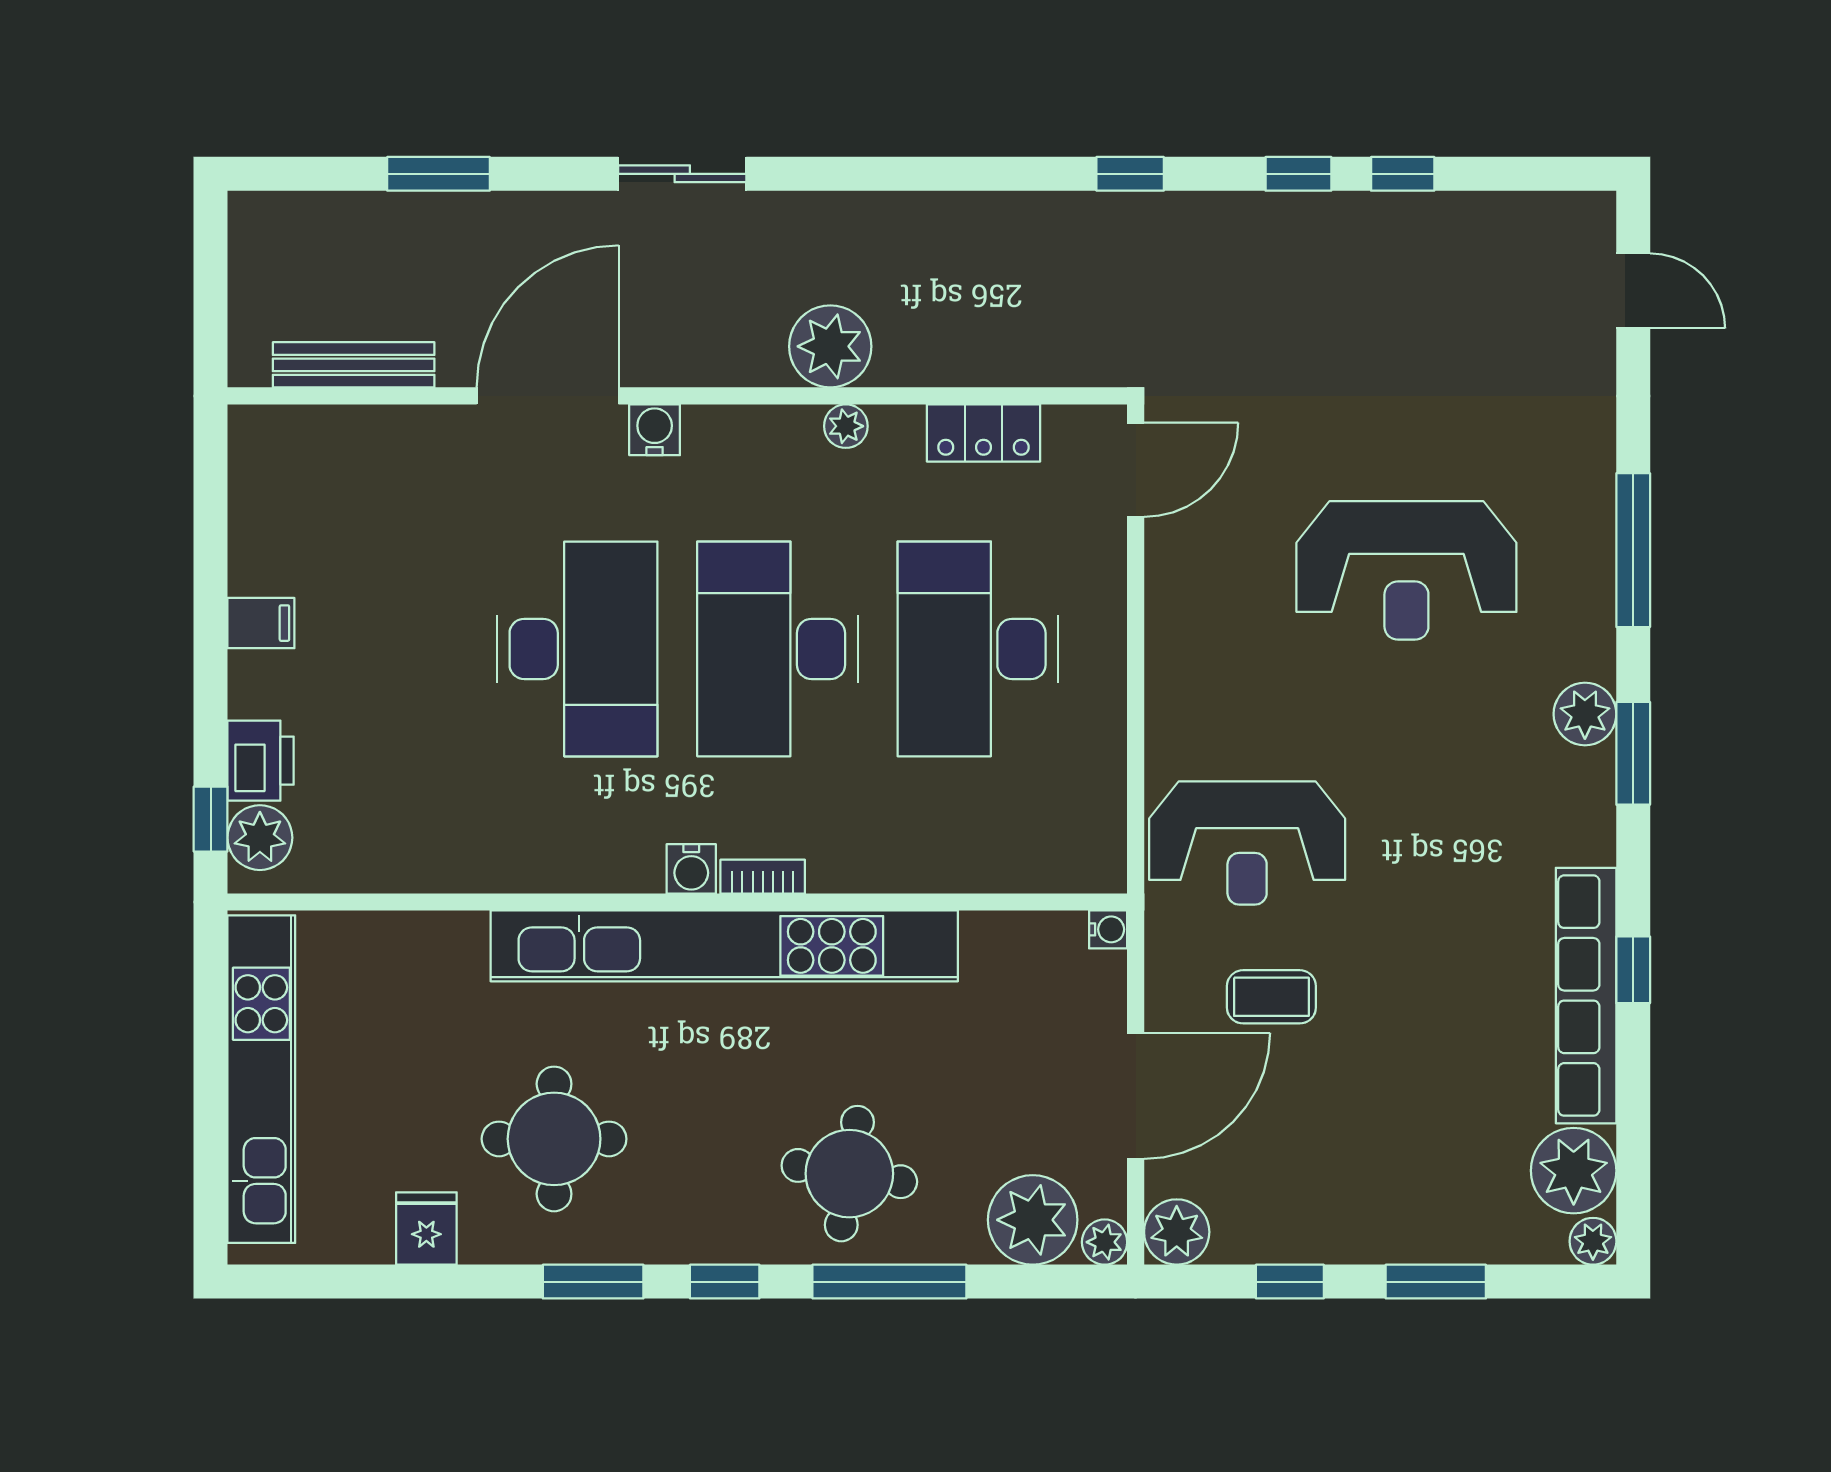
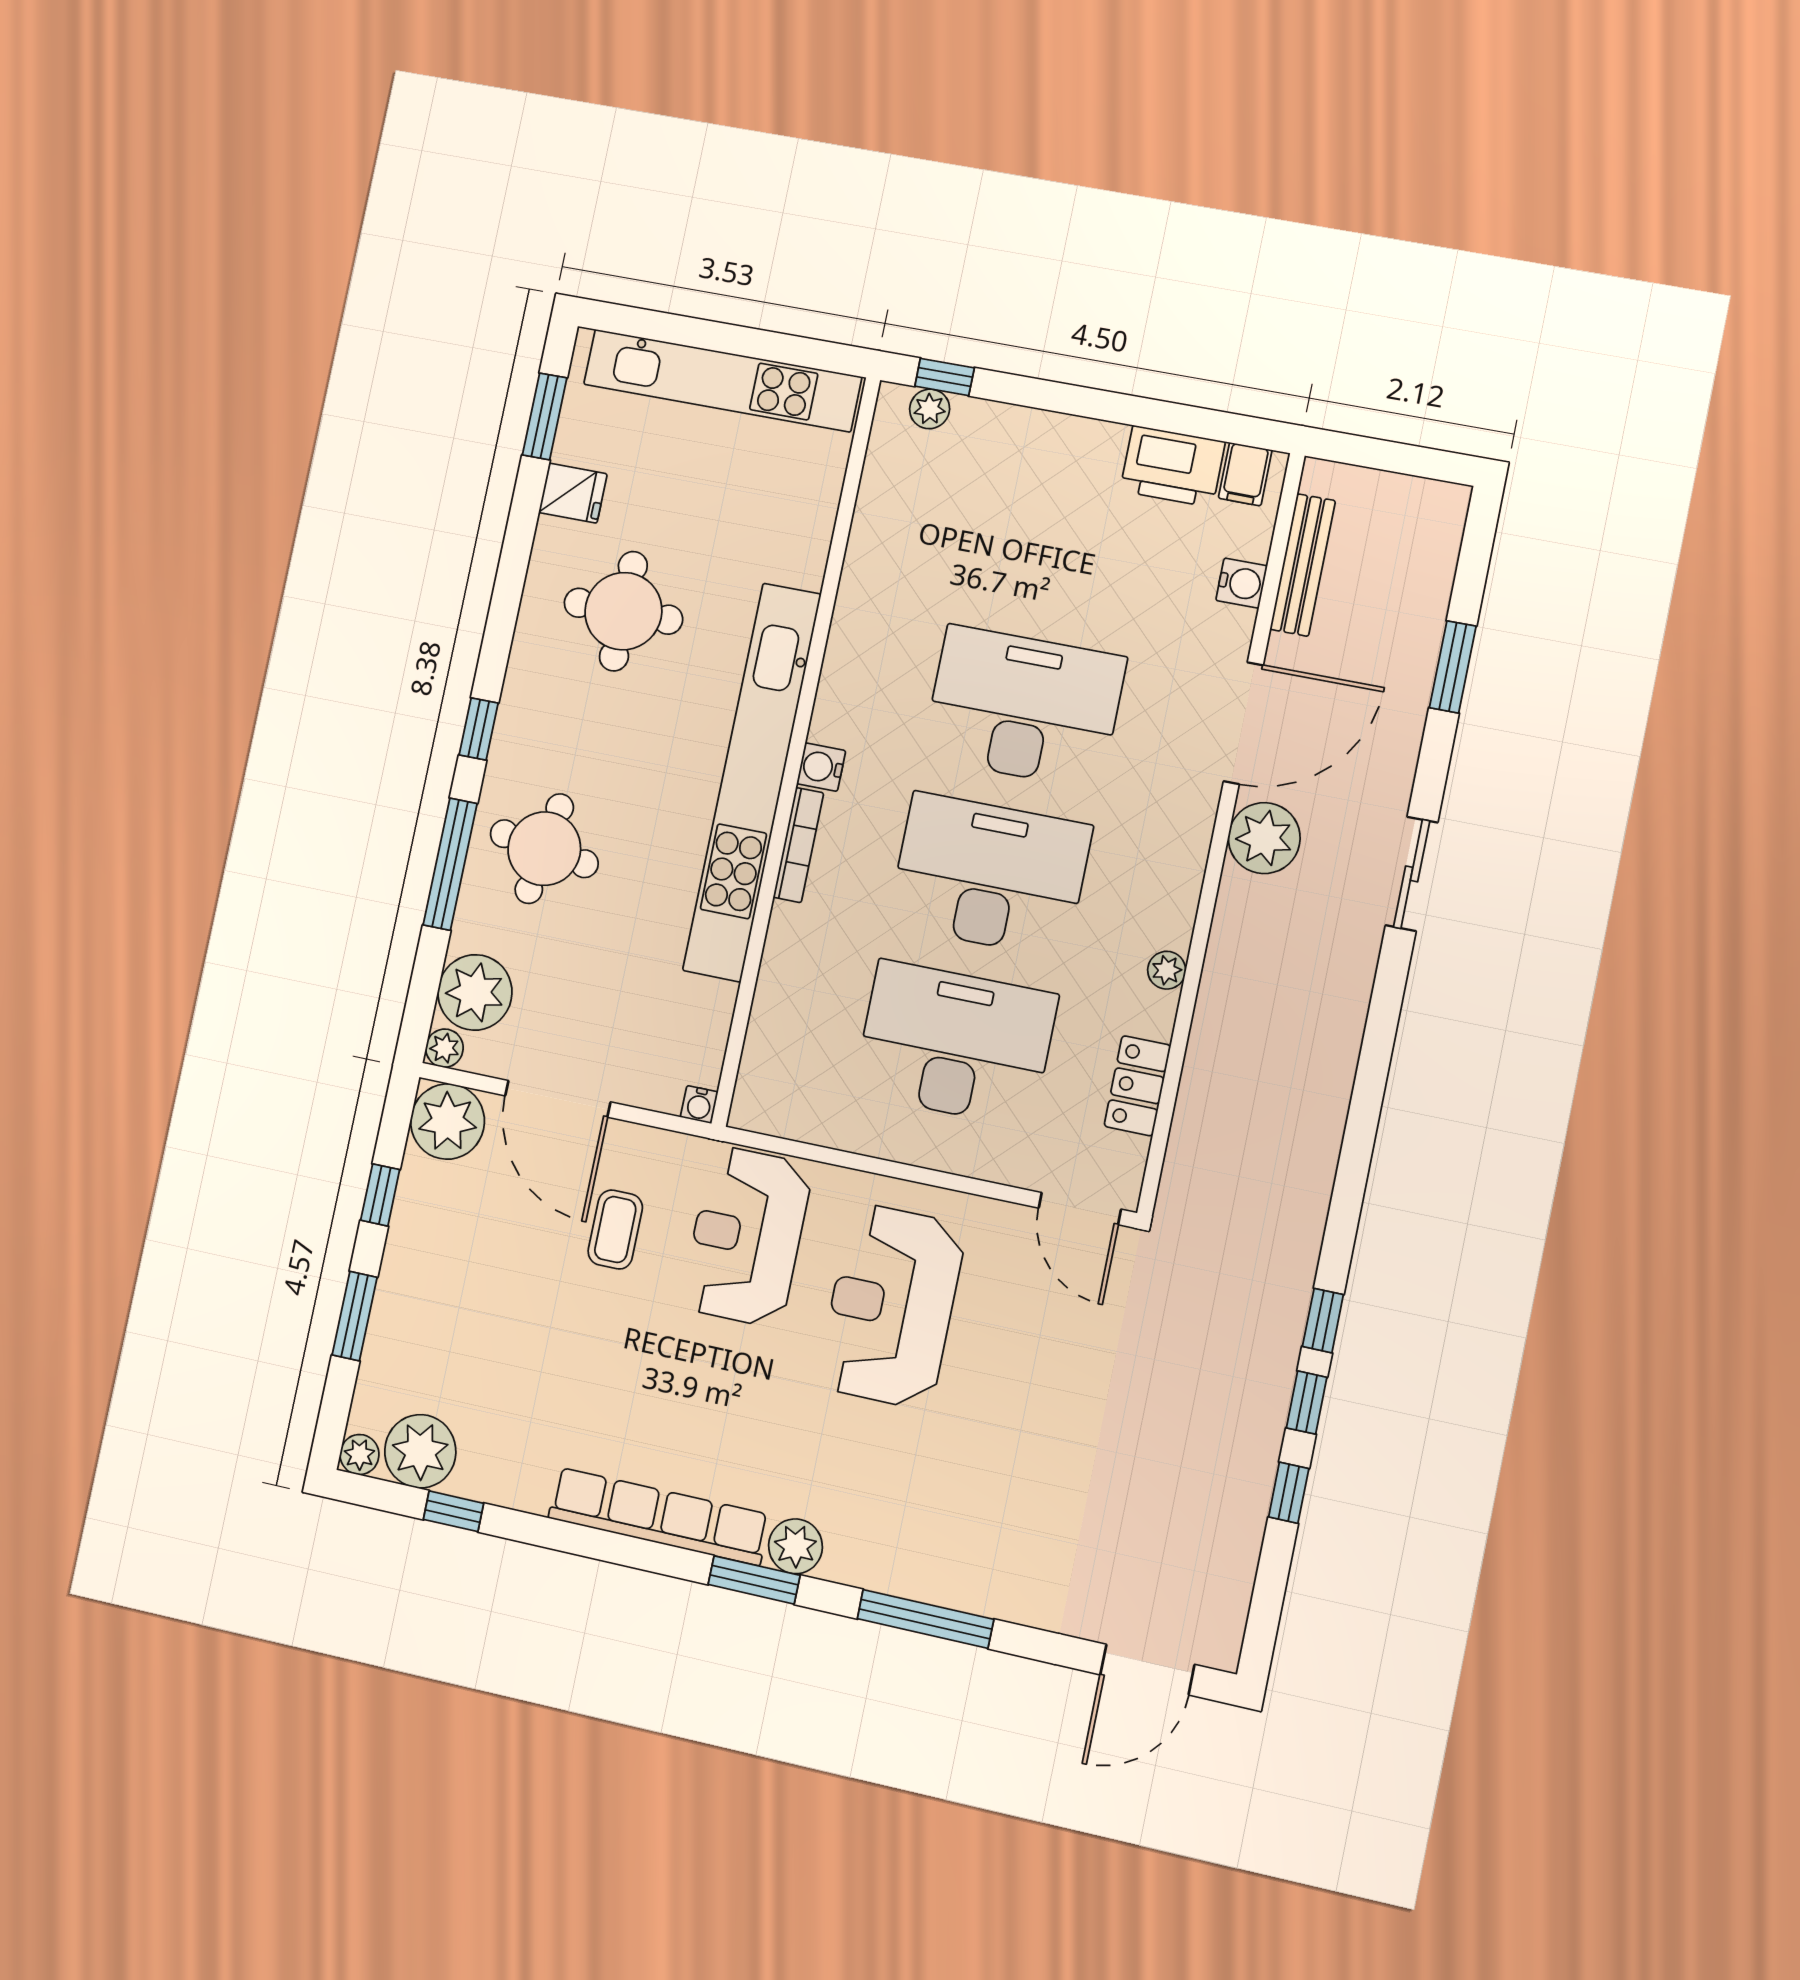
window: (1130, 174) -> (1323, 1321), moved
door: (1633, 291) -> (1147, 1670), width x1.38
plant: (830, 346) -> (1264, 838), moved
door: (548, 396) -> (1243, 723), hinge flipped
water cooler: (655, 430) -> (1242, 583), moved
reception desk: (1406, 570) -> (891, 1306), moved
filing cabinet: (261, 623) -> (1245, 474), moved
desk: (577, 649) -> (1024, 707), turned 180
printer: (261, 761) -> (1172, 466), moved, width x1.37, depth x1.19
plant: (260, 838) -> (930, 409), width x0.73, depth x0.73
bookcase: (763, 877) -> (798, 845), width x1.56
window: (1633, 970) -> (453, 1511), moved
row of seats: (1586, 996) -> (659, 1516), moved
plant: (1177, 1232) -> (448, 1121), width x1.36, depth x1.36
window: (593, 1282) -> (545, 416), moved

